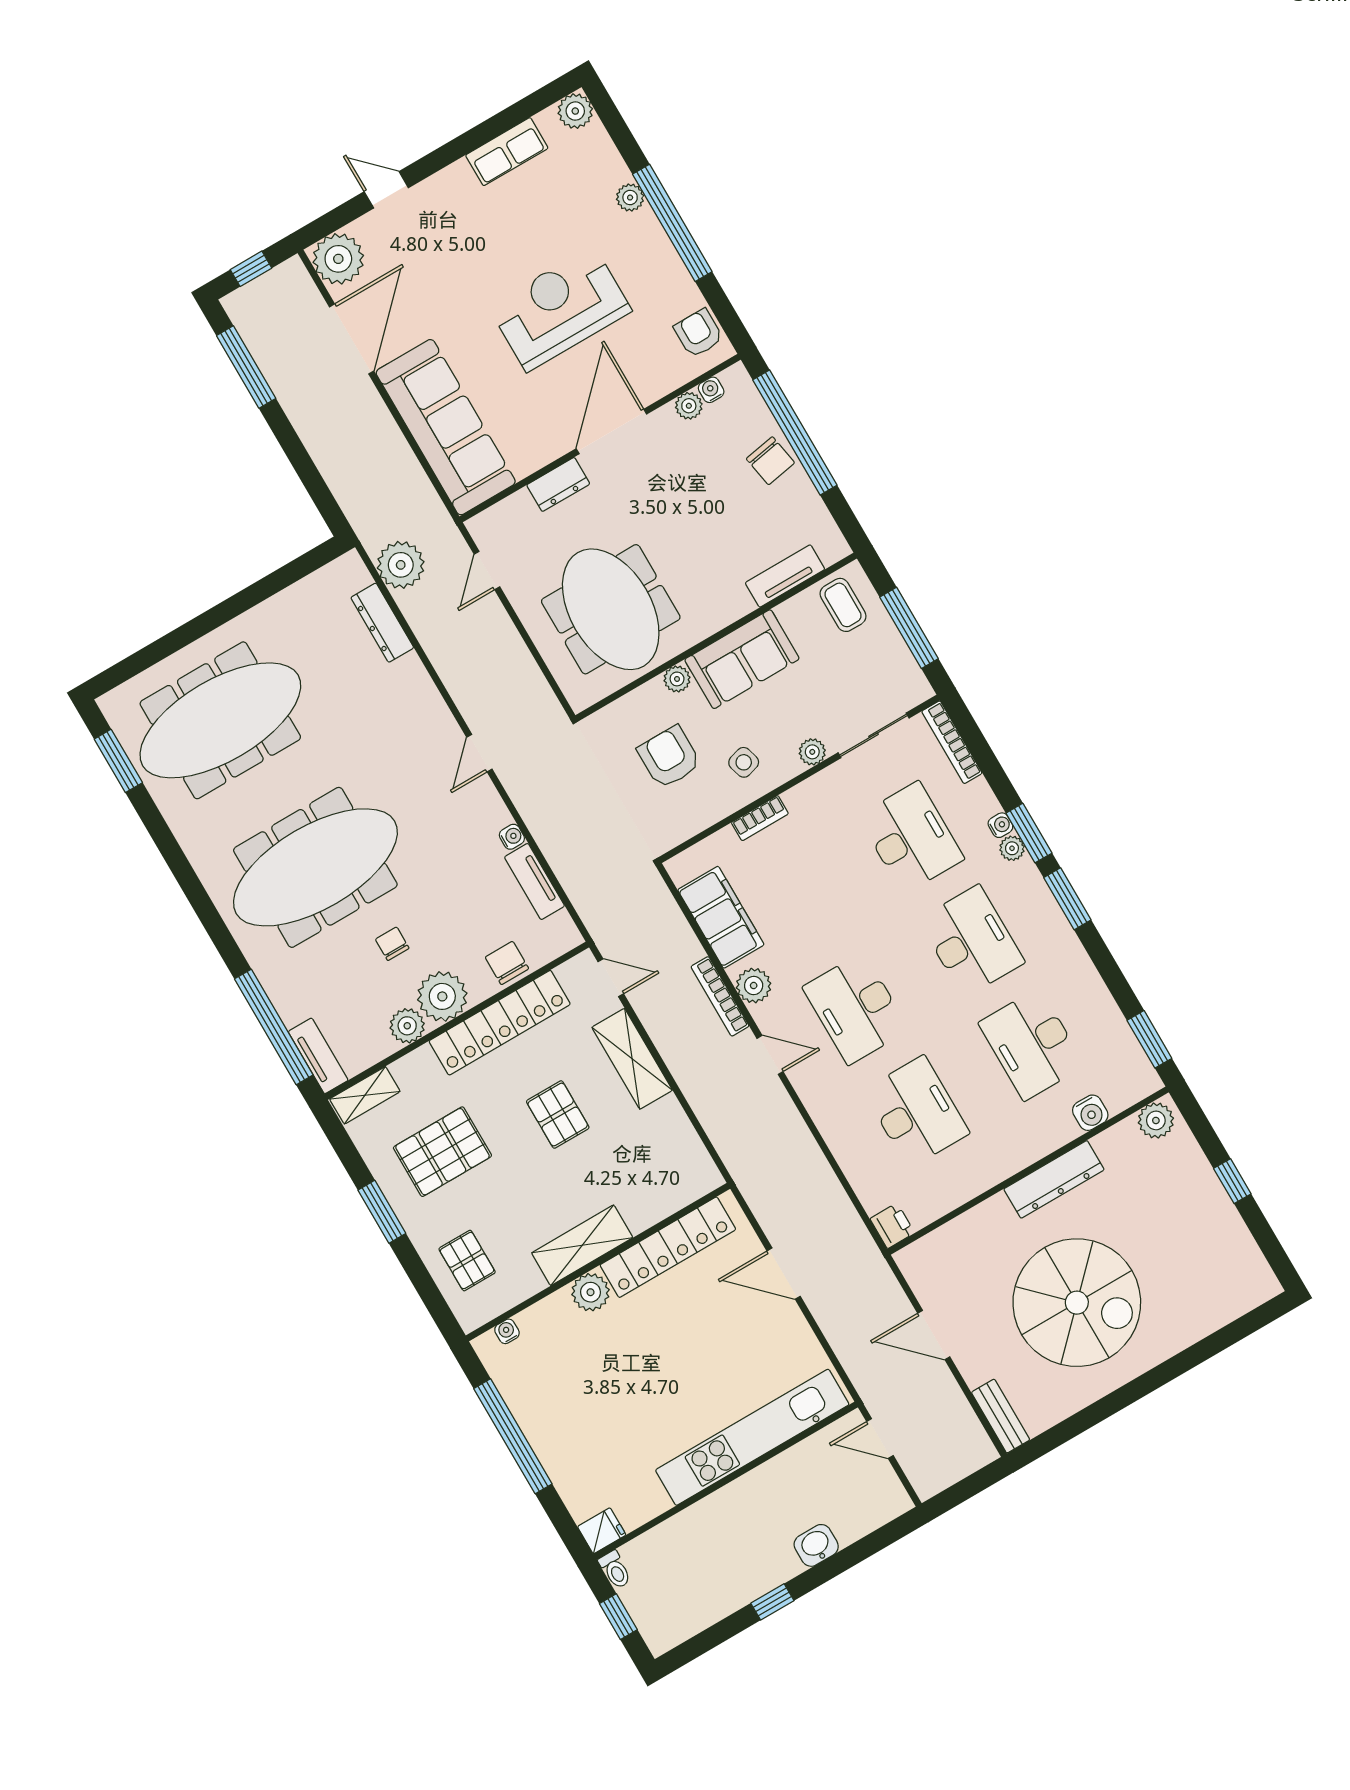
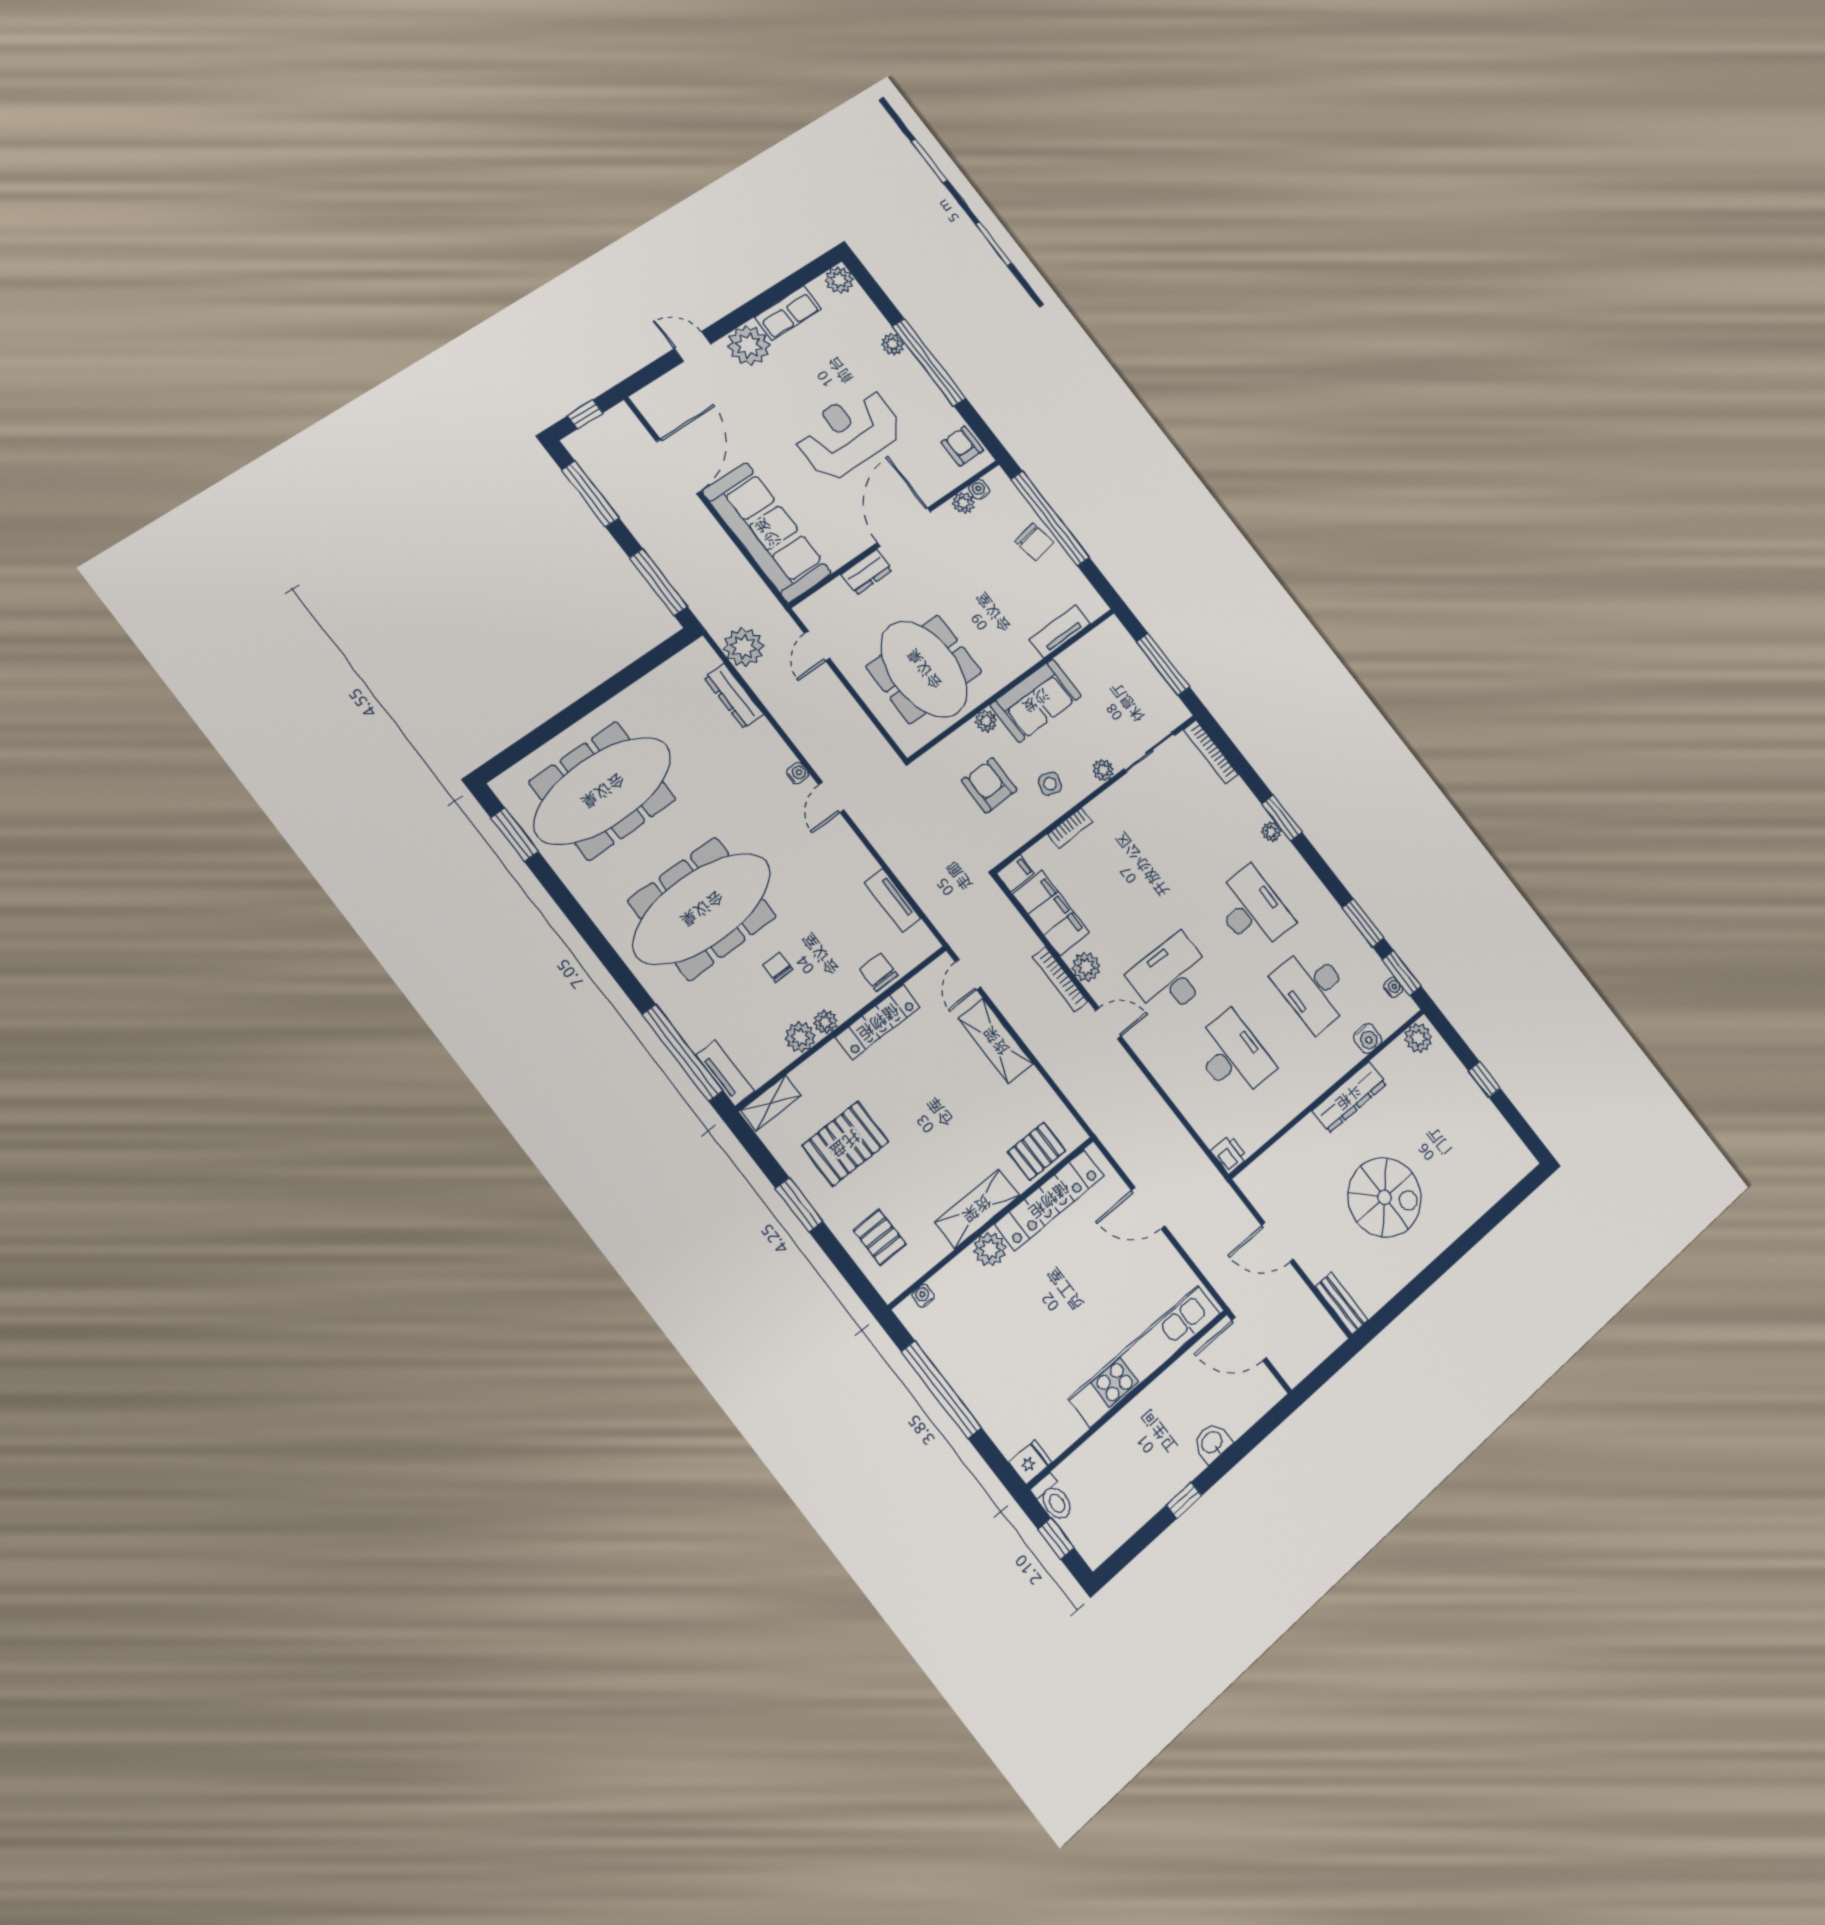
plant: (338, 259) -> (749, 345), moved
window: (312, 479) -> (658, 582), added
coffee table: (843, 605) -> (1109, 651), removed
side table: (744, 762) -> (1050, 784), turned 34
water cooler: (1000, 825) -> (1393, 987), moved
water cooler: (512, 837) -> (798, 773), moved
desk: (911, 838) -> (1192, 831), removed
filing cabinet: (685, 866) -> (1015, 873), added
window: (1067, 899) -> (1363, 923), moved
door: (611, 978) -> (968, 974), swing flipped
plant: (442, 996) -> (825, 1022), width x0.53, depth x0.53
desk: (856, 1008) -> (1171, 976), turned 90
locker: (500, 1023) -> (878, 1022), width x0.71, depth x0.83
pallet: (558, 1115) -> (1037, 1151), moved, turned 90
spiral stairs: (1077, 1303) -> (1385, 1197), width x0.73, depth x0.73
door: (880, 1438) -> (1249, 1339), width x1.37
toilet: (615, 1570) -> (1053, 1498), width x1.37, depth x1.39

